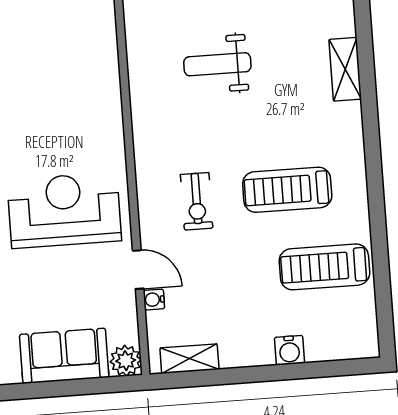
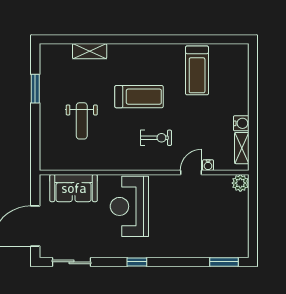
treadmill: (287, 190) -> (139, 97), moved, turned -90
reception desk: (64, 210) -> (129, 206), moved
water cooler: (289, 350) -> (241, 123), moved
sofa: (64, 356) -> (74, 188), moved, turned -90

